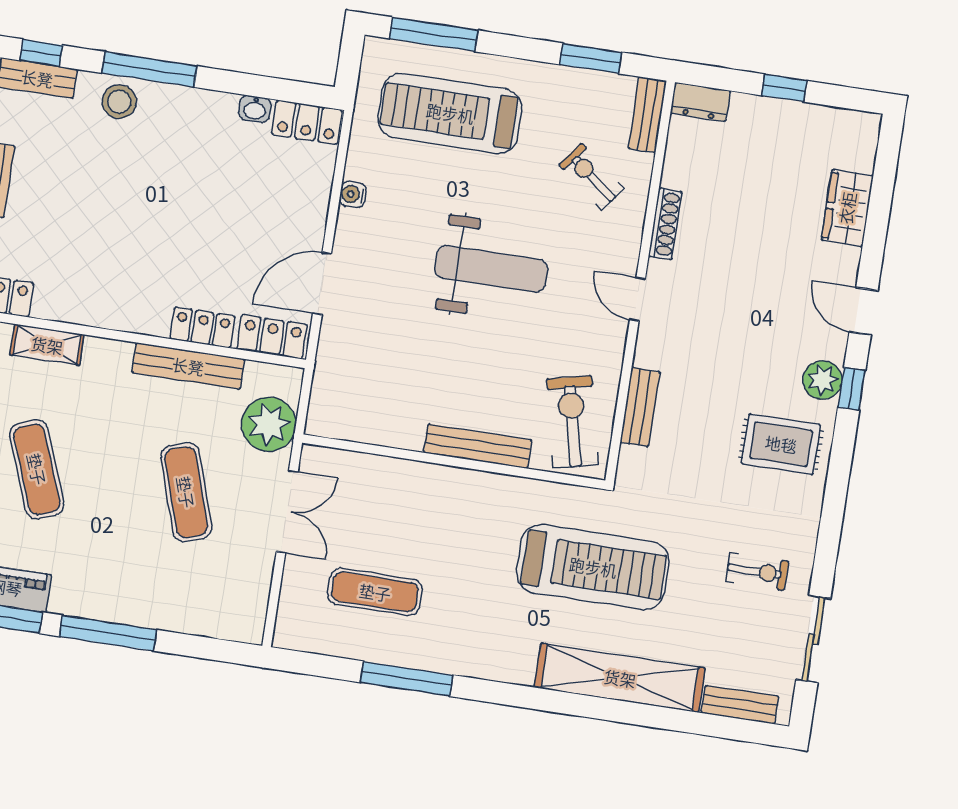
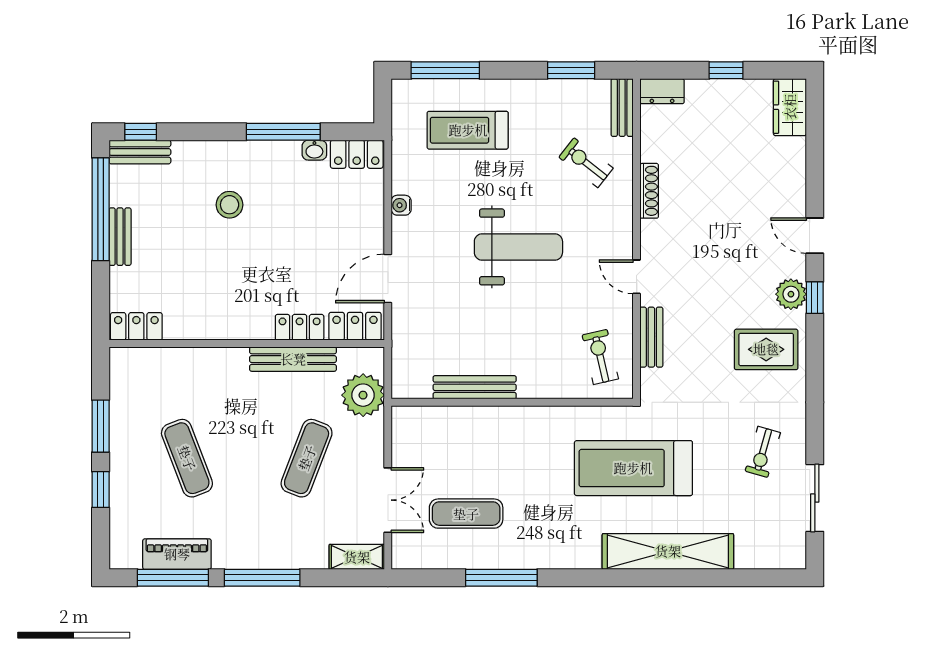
window: (149, 69) -> (283, 132), moved
stool: (119, 102) -> (230, 205), moved
treadmill: (450, 113) -> (468, 130), width x0.73, depth x0.73
wardrobe: (847, 208) -> (790, 107), moved
door: (637, 299) -> (637, 277), moved
shelving: (47, 345) -> (357, 557), moved
exercise bike: (572, 422) -> (600, 357), width x0.73, depth x0.72
bench: (478, 446) -> (475, 387), moved
exercise mat: (186, 492) -> (307, 458), turned 39
double door: (287, 512) -> (388, 500), moved
treadmill: (593, 567) -> (633, 468), turned 180
exercise bike: (757, 571) -> (763, 452), turned 106
bench: (740, 705) -> (765, 558), removed

